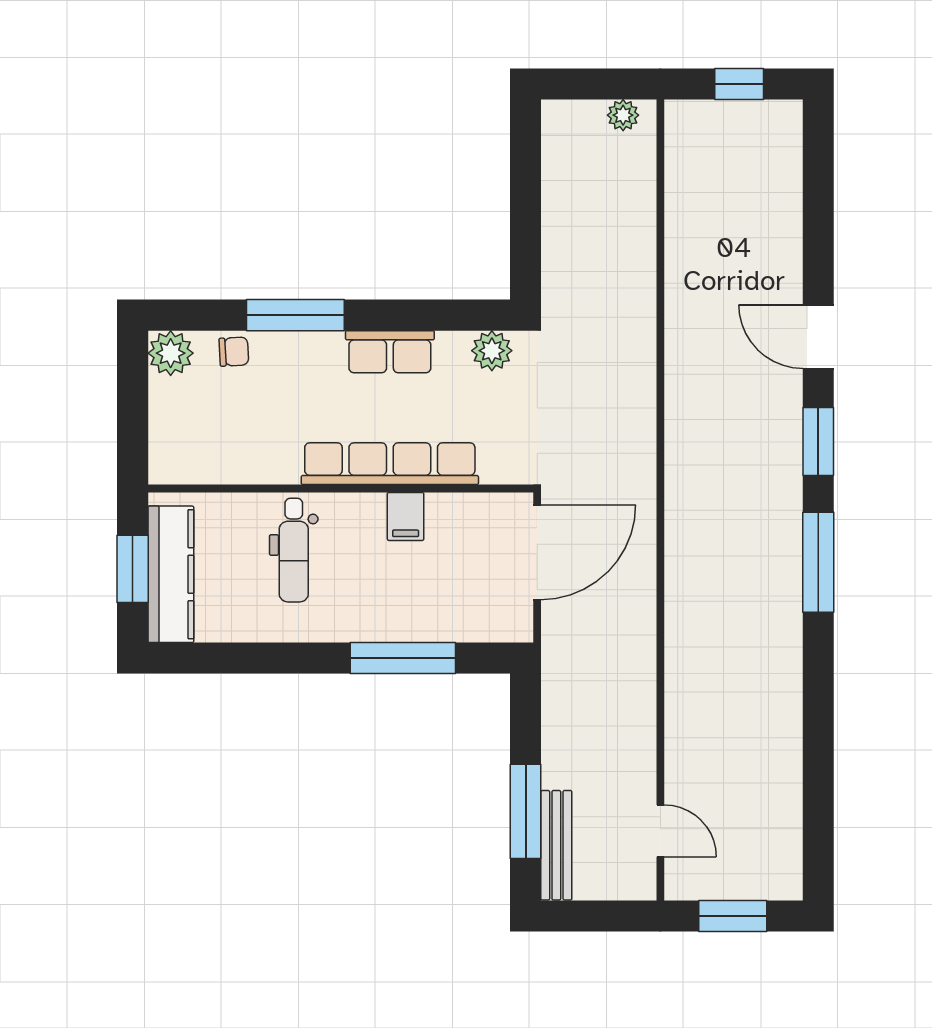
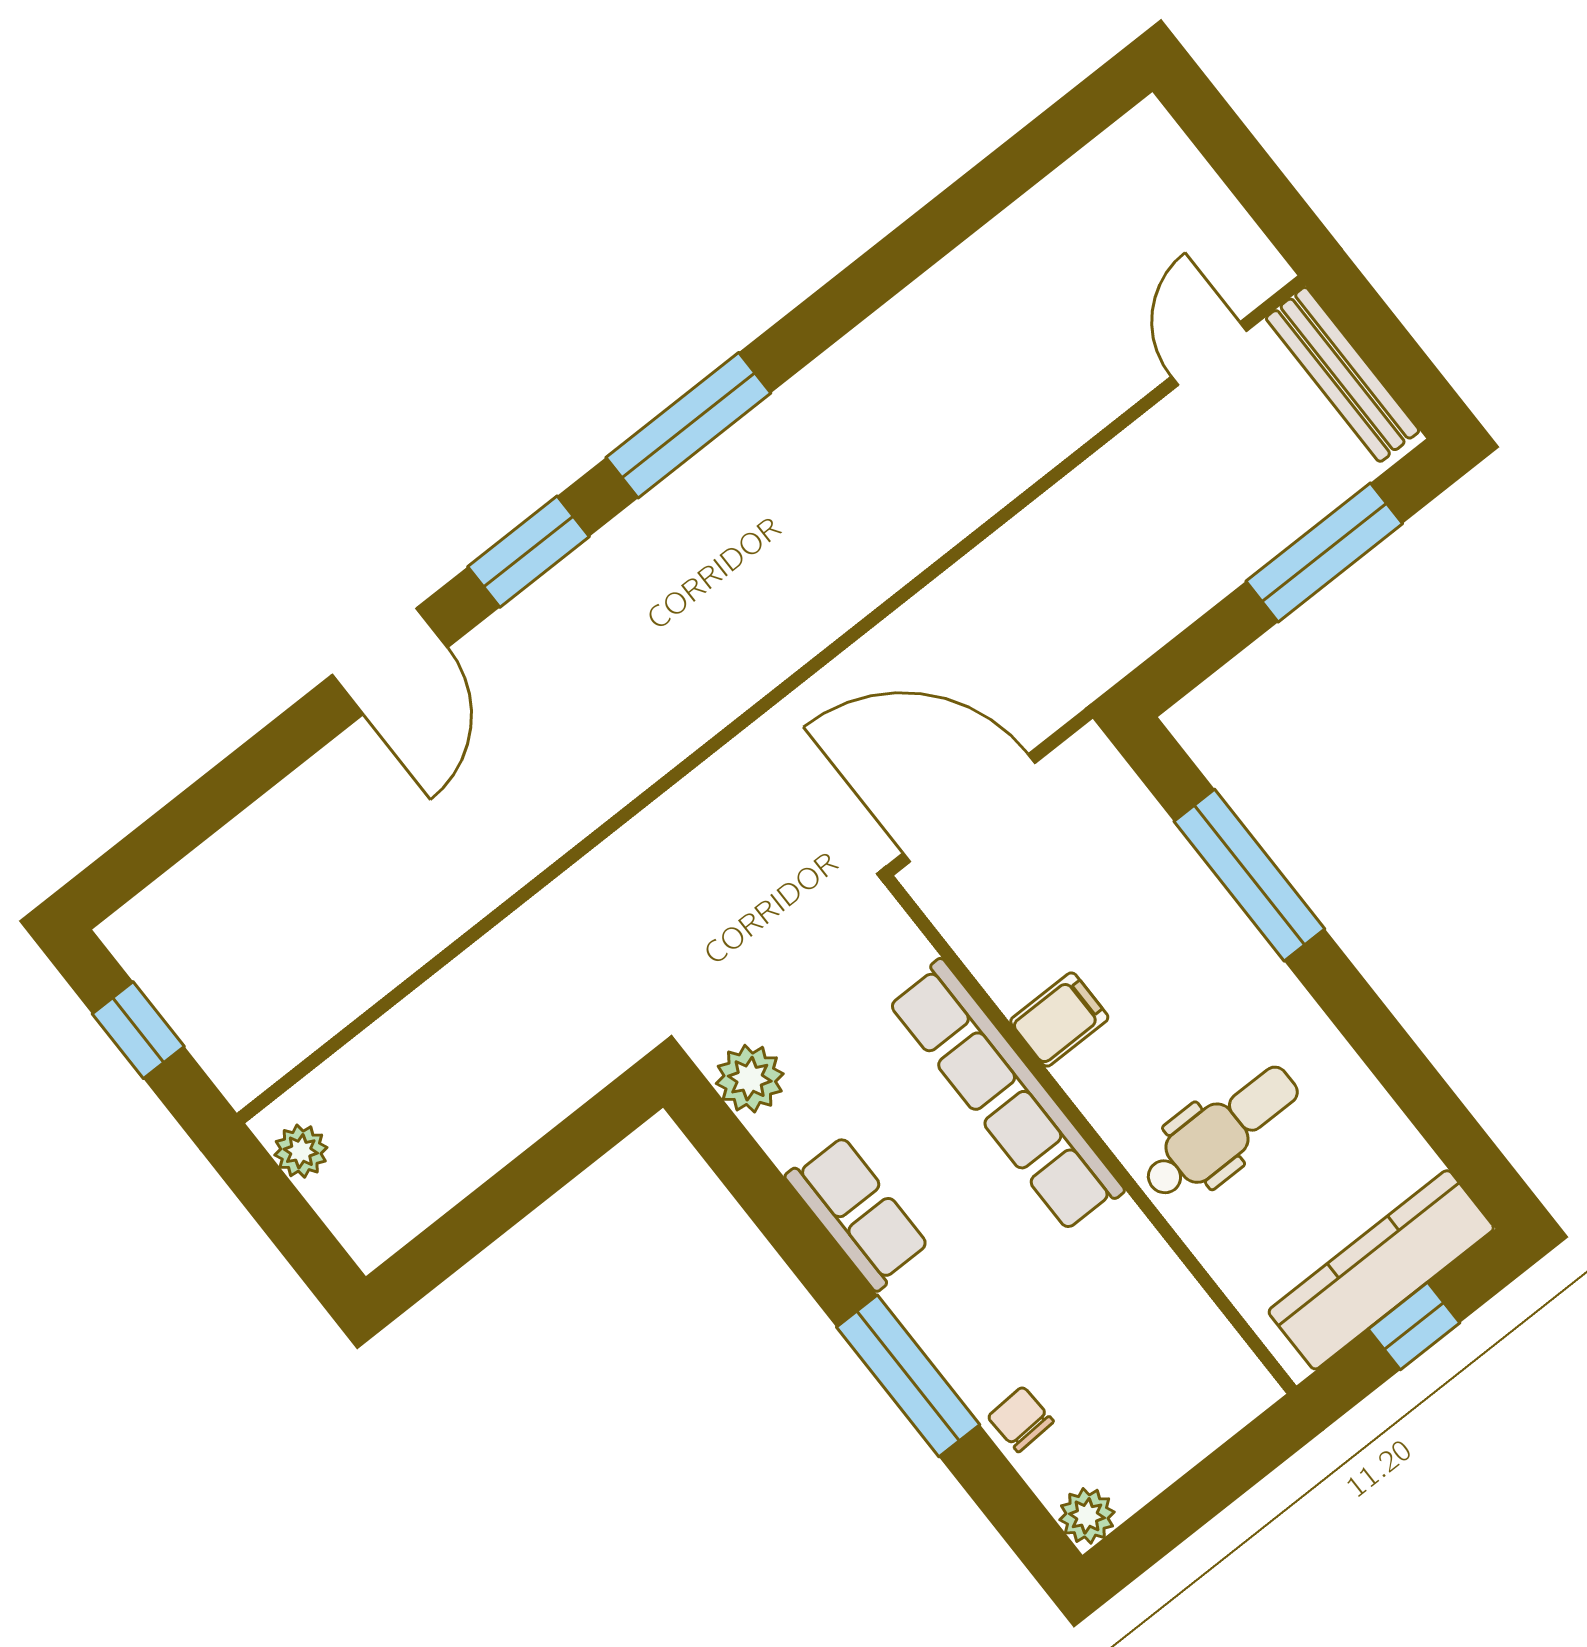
plant: (171, 353) -> (1087, 1516), width x0.73, depth x0.73
window: (133, 569) -> (1414, 1326), width x0.67
bench: (556, 845) -> (1343, 374), moved, turned 90
window: (733, 916) -> (1246, 169), removed

